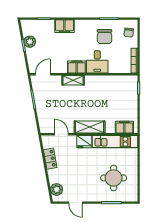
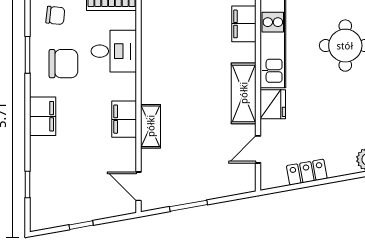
filing cabinet: (64, 26) -> (43, 116), moved
plant: (30, 42) -> (74, 213), removed
desk: (97, 62) -> (114, 51), moved

